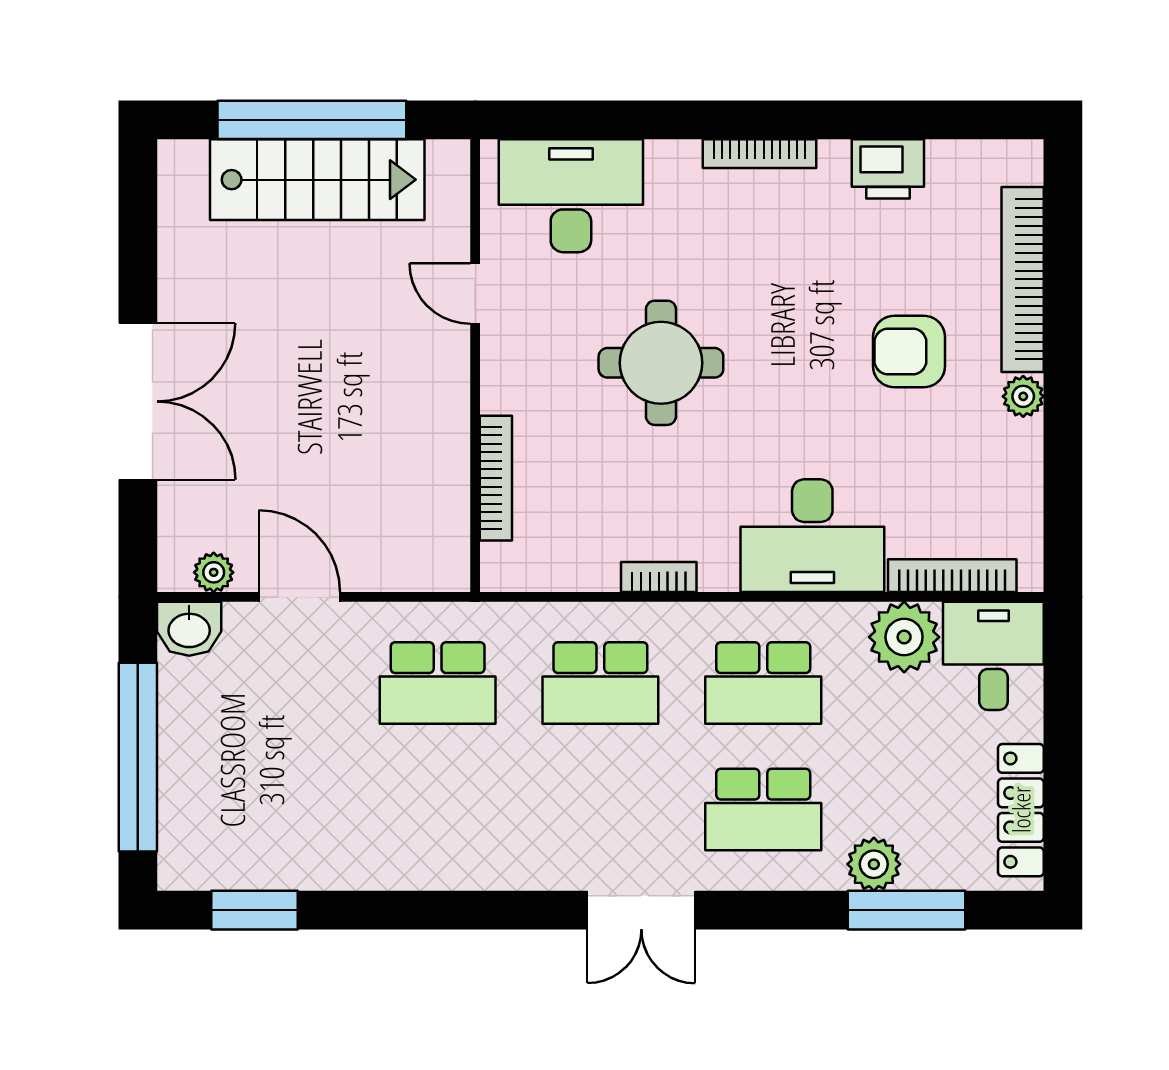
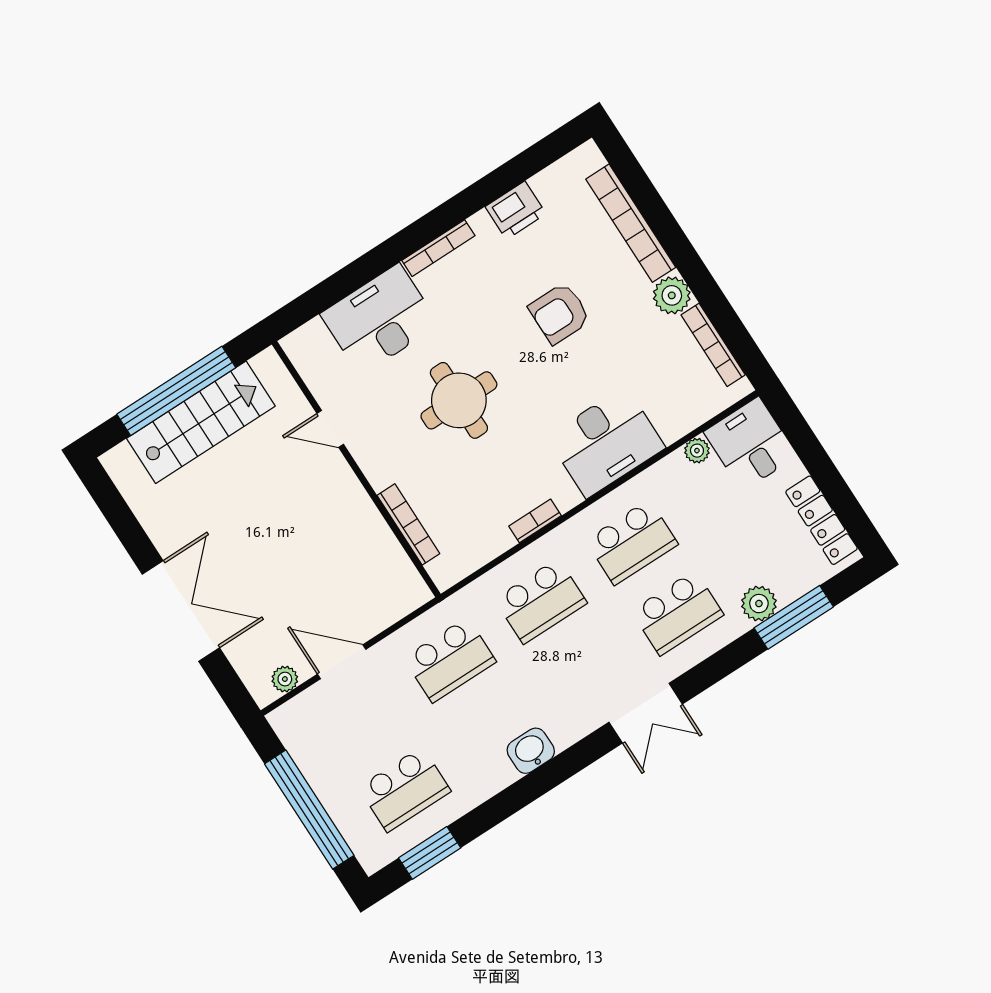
desk: (571, 196) -> (380, 319), moved
armchair: (909, 352) -> (560, 313), moved
plant: (1023, 396) -> (672, 295), width x1.38, depth x1.38
bookcase: (952, 576) -> (713, 345), moved, turned -90
washbasin: (189, 629) -> (531, 751), moved, turned 180
plant: (904, 637) -> (697, 451), width x0.53, depth x0.53
school desk: (275, 810) -> (405, 789), added

